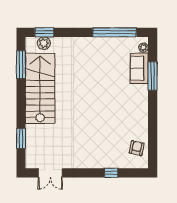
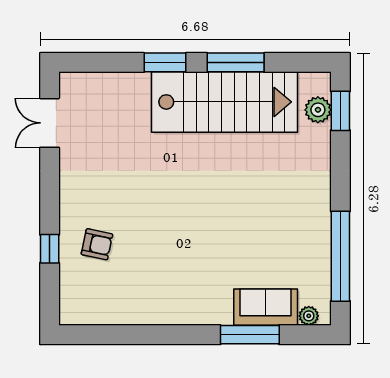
window: (21, 65) -> (236, 62), moved
window: (21, 138) -> (165, 62), moved
armchair: (137, 148) -> (97, 244), moved

